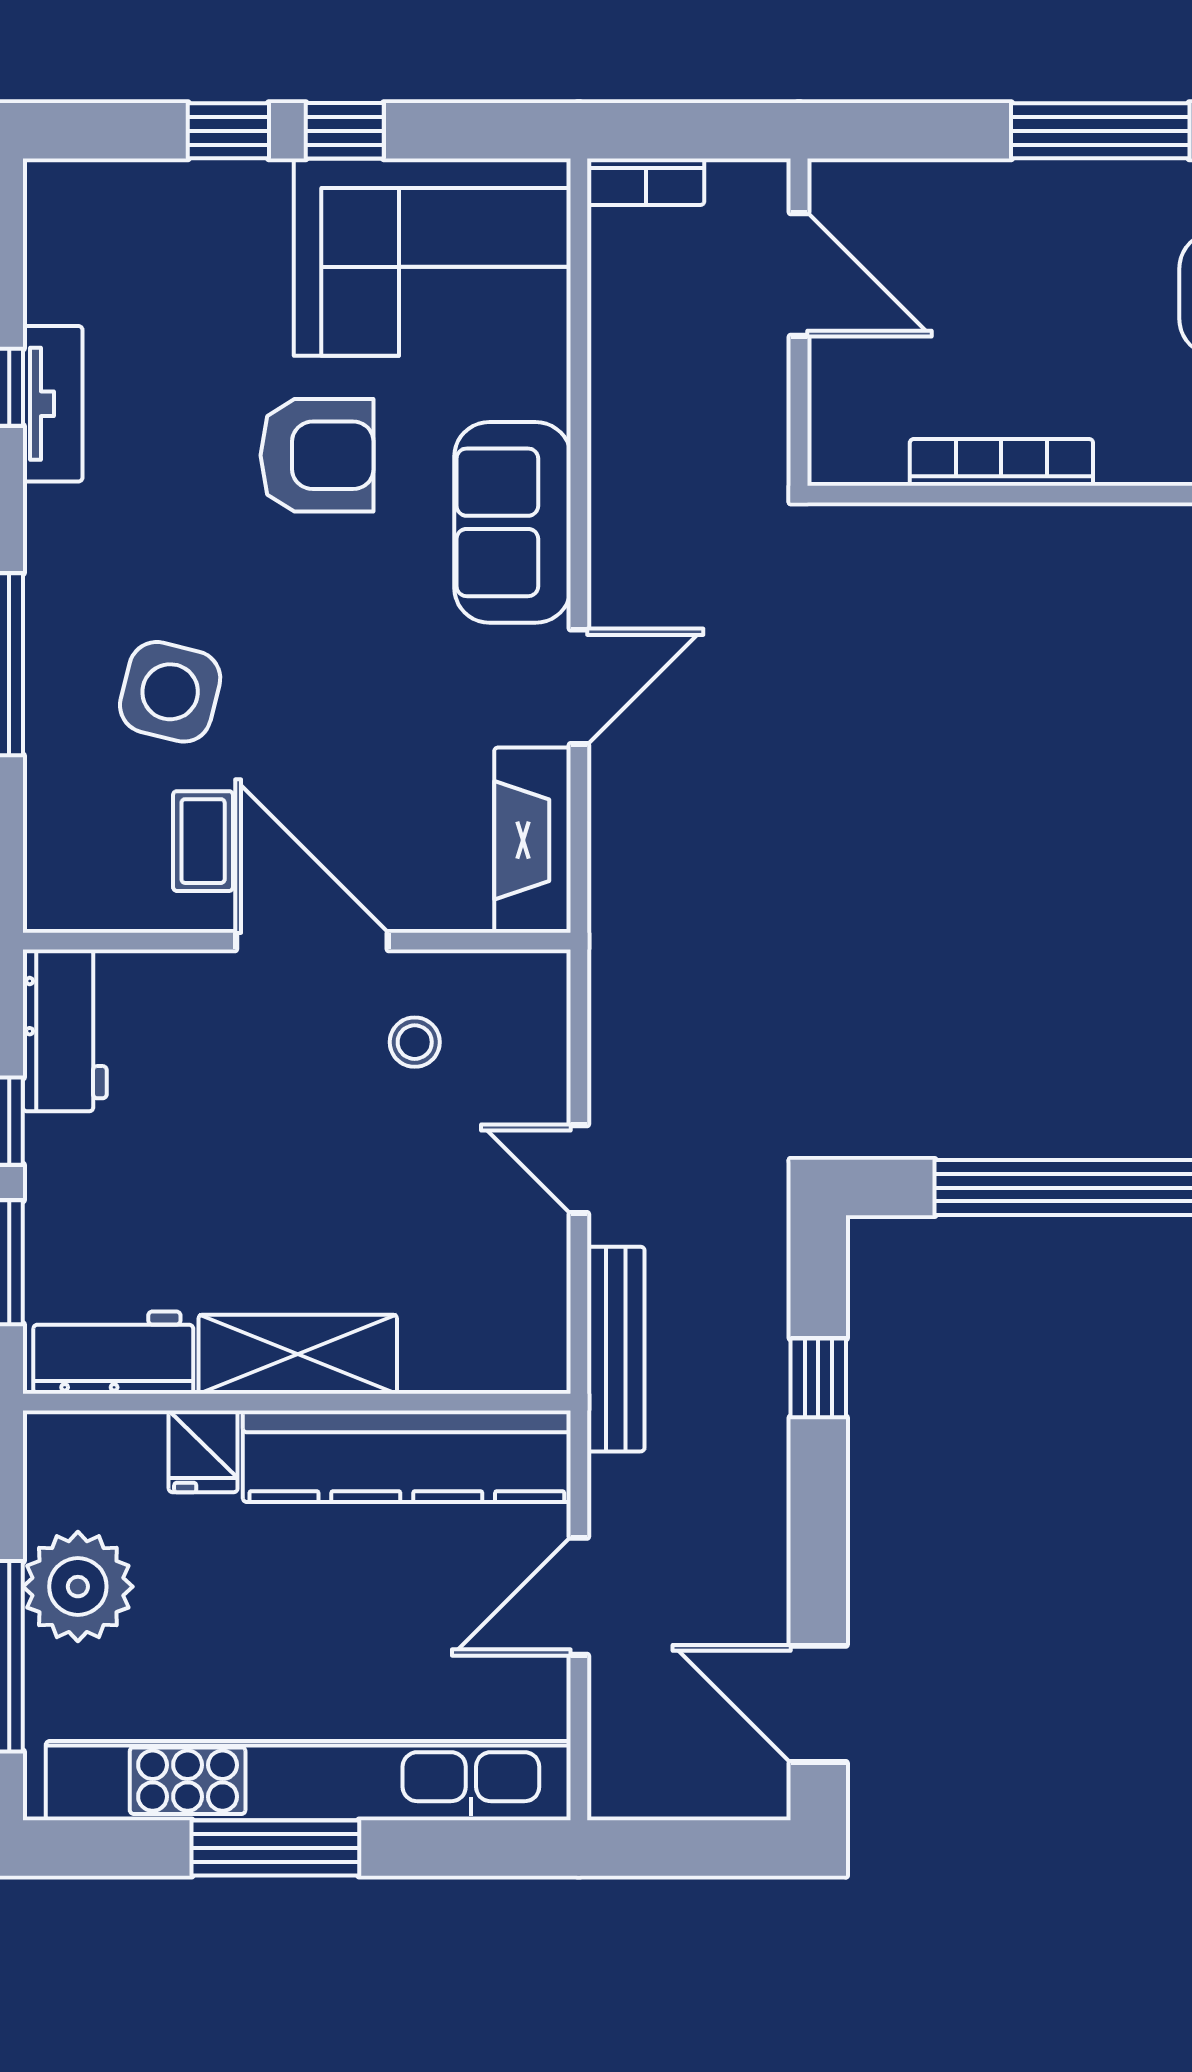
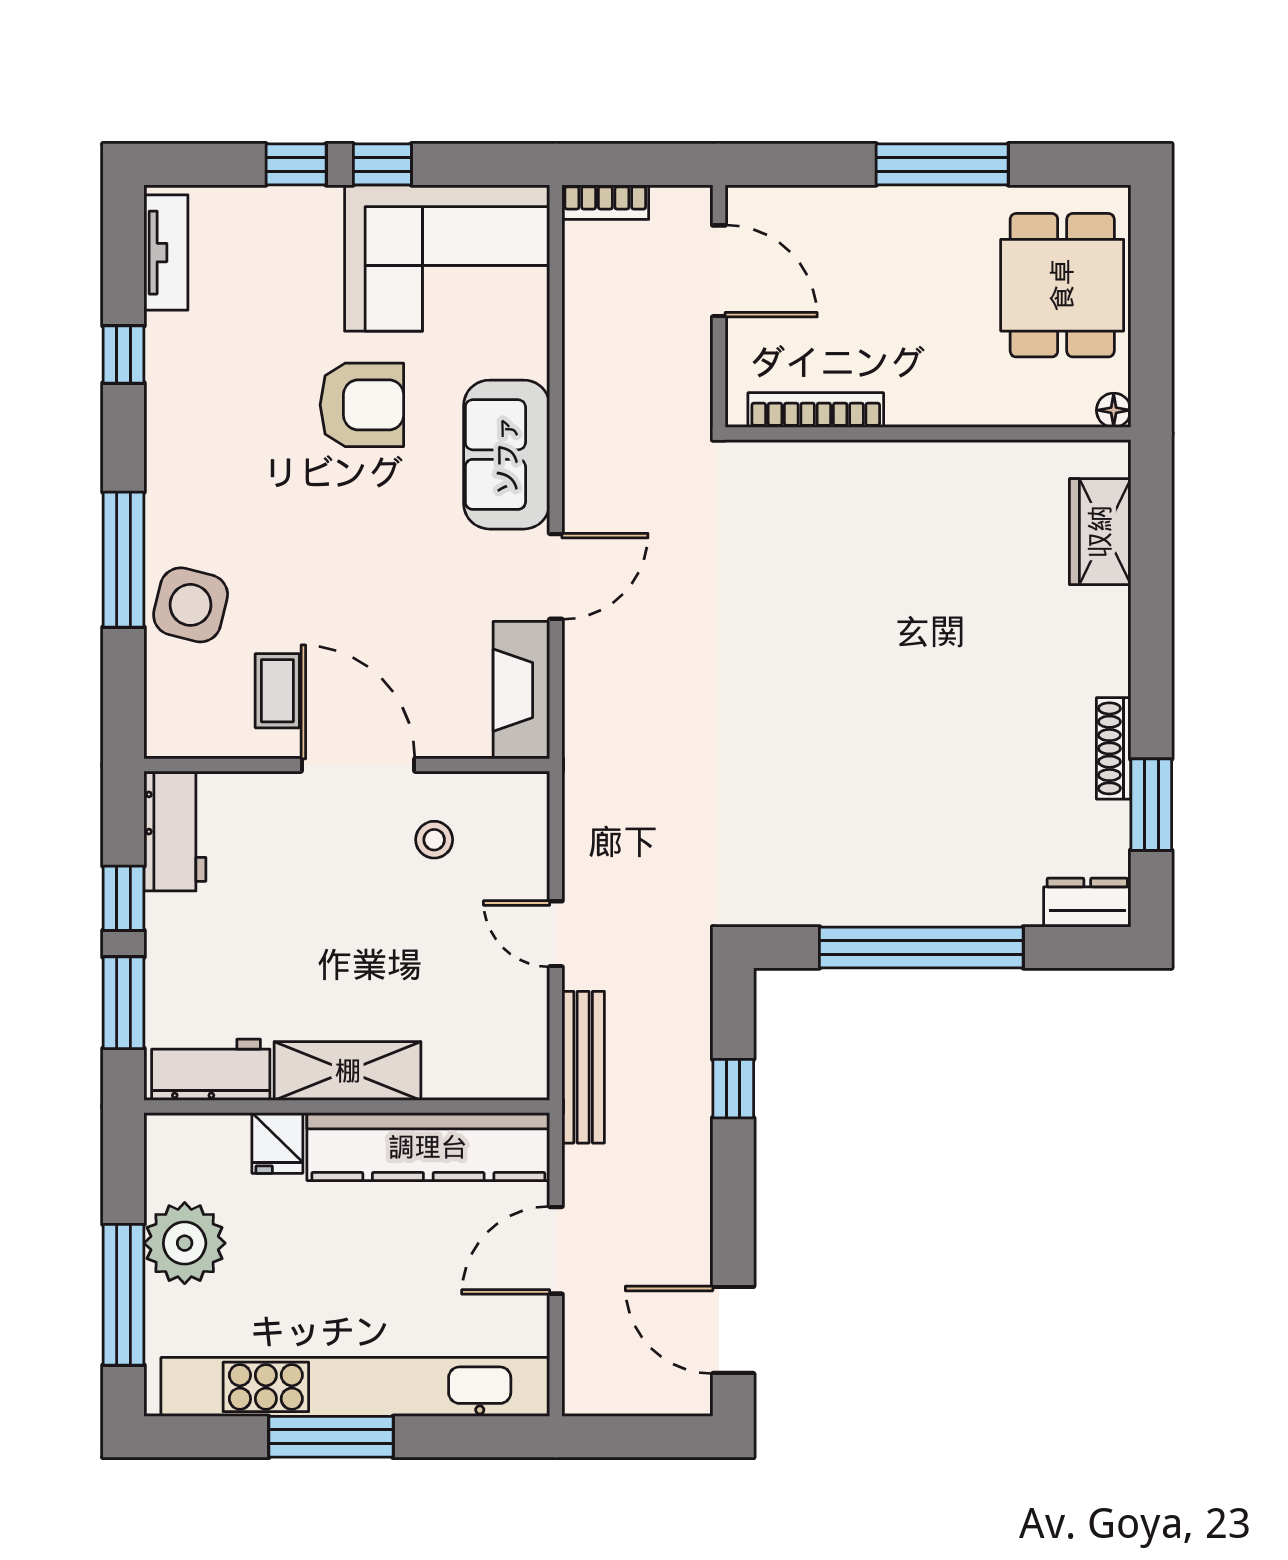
tv unit: (53, 404) -> (166, 253), moved
bookcase: (1001, 462) -> (816, 410), moved
side table: (170, 692) -> (191, 605), moved

